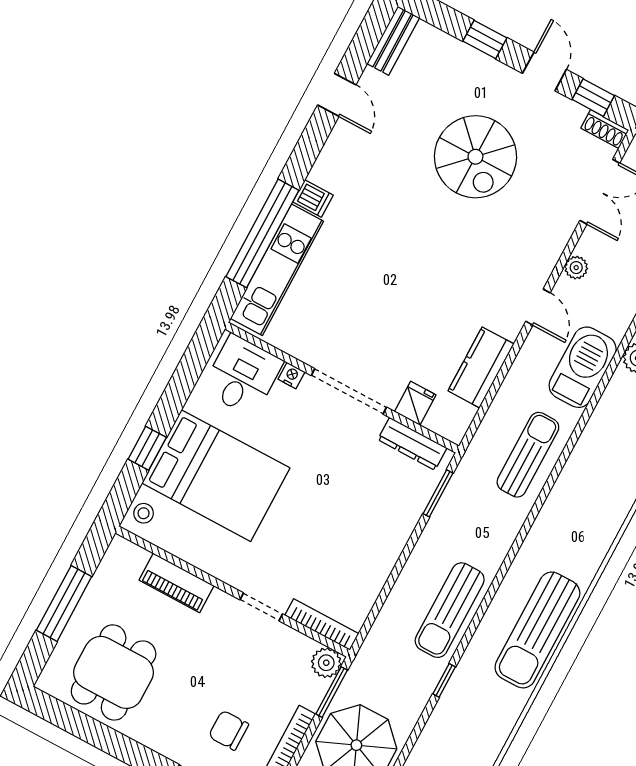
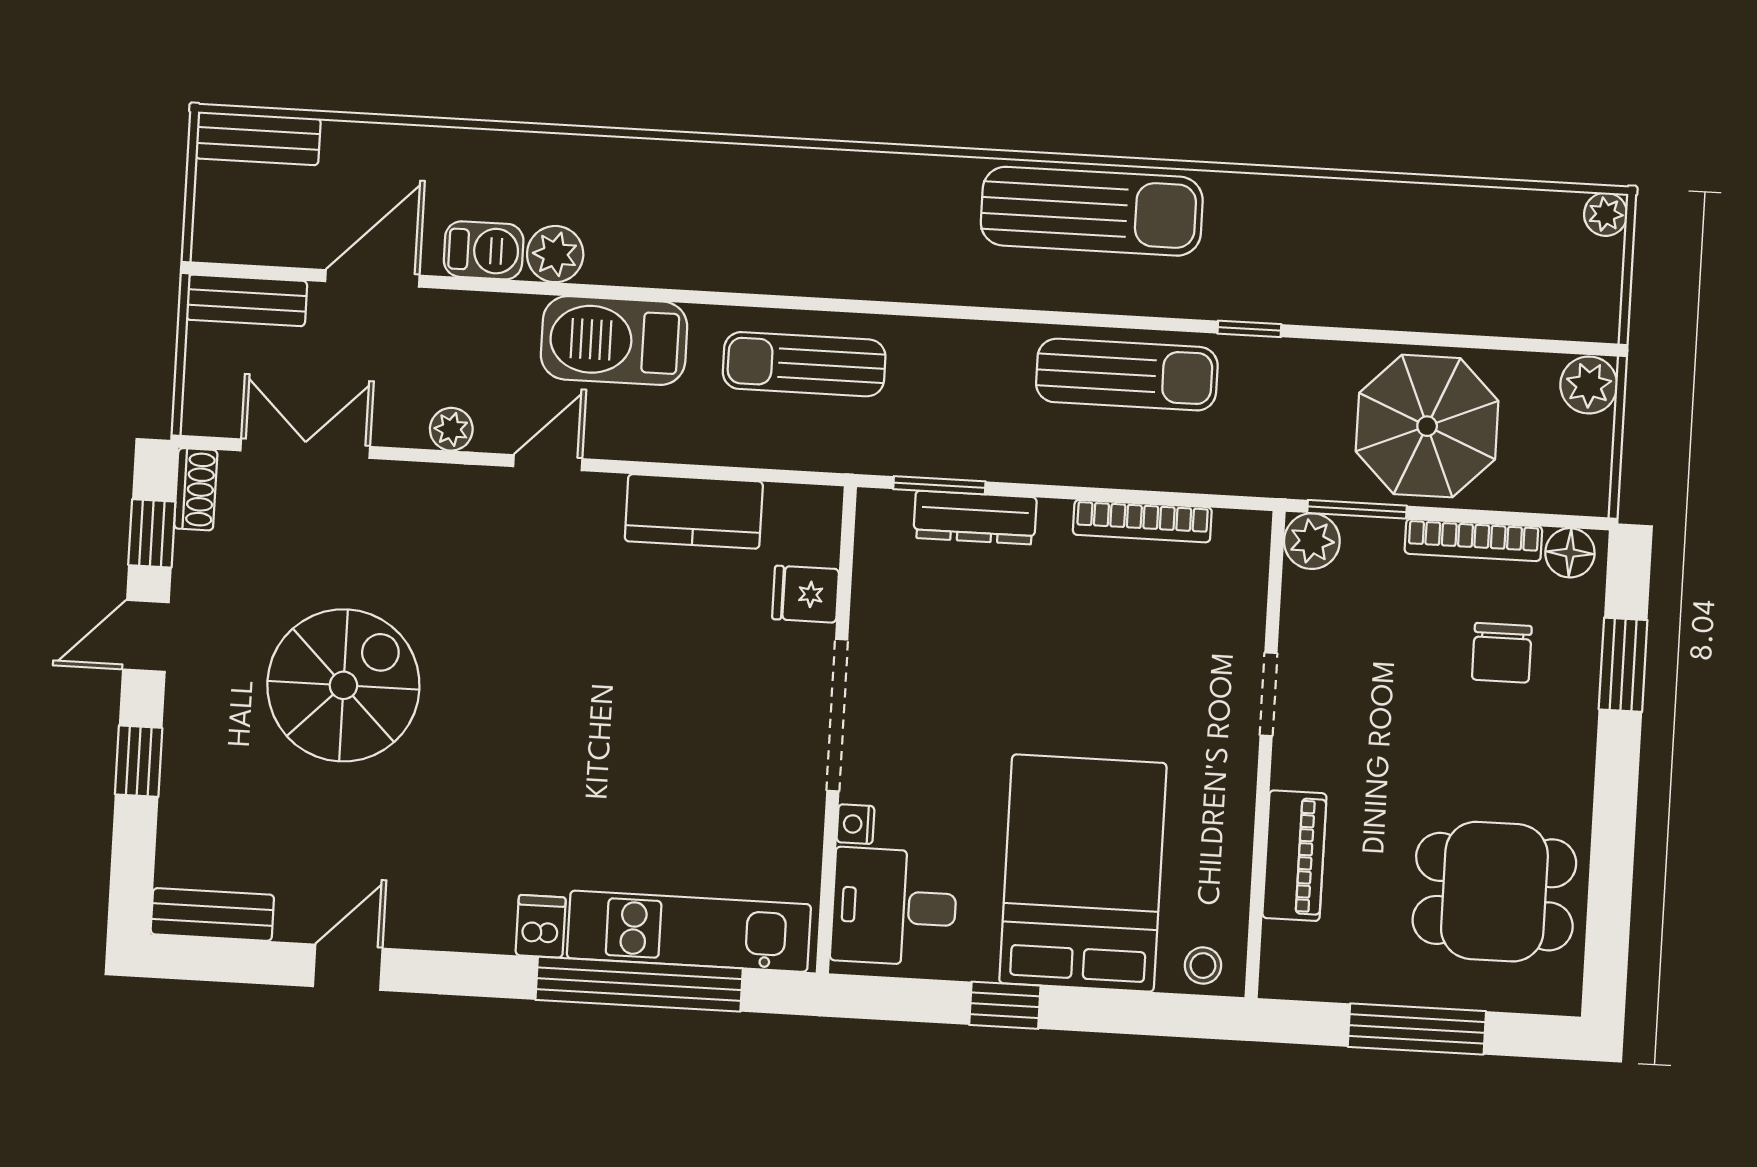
dresser: (412, 444) -> (975, 518), moved, turned 90
window: (147, 448) -> (1005, 1005), moved
bookcase: (322, 625) -> (1142, 521), moved, turned -90

